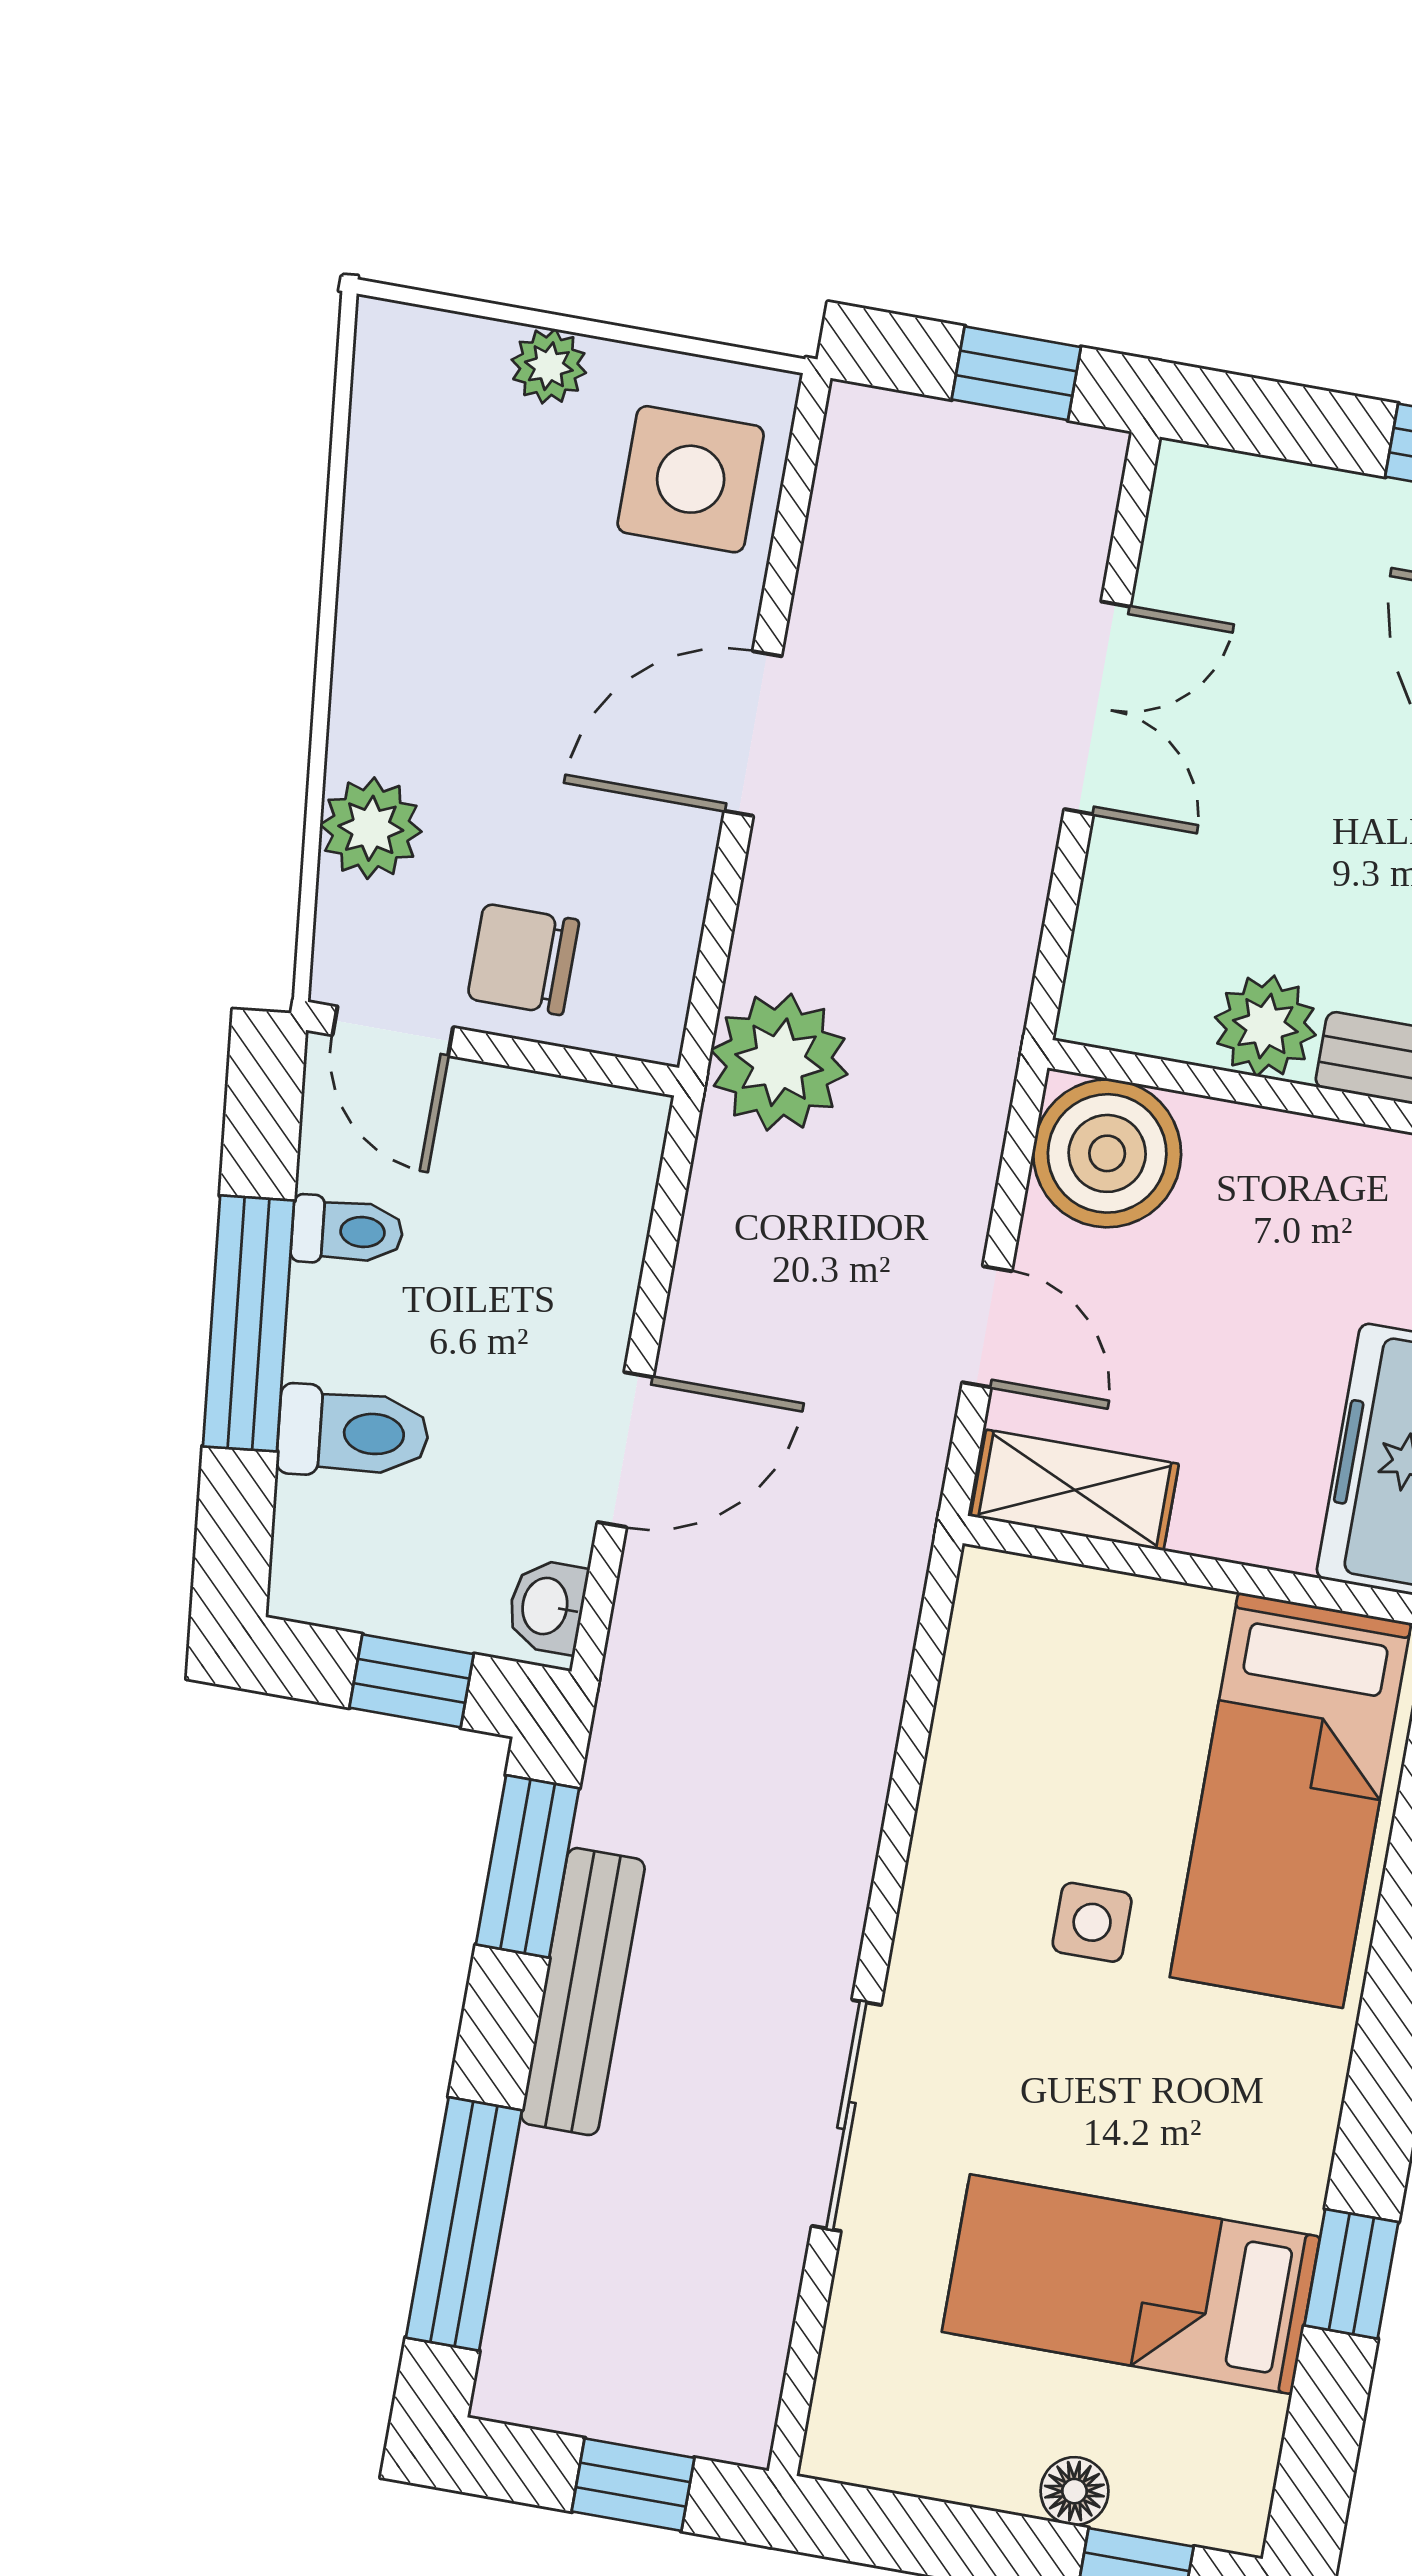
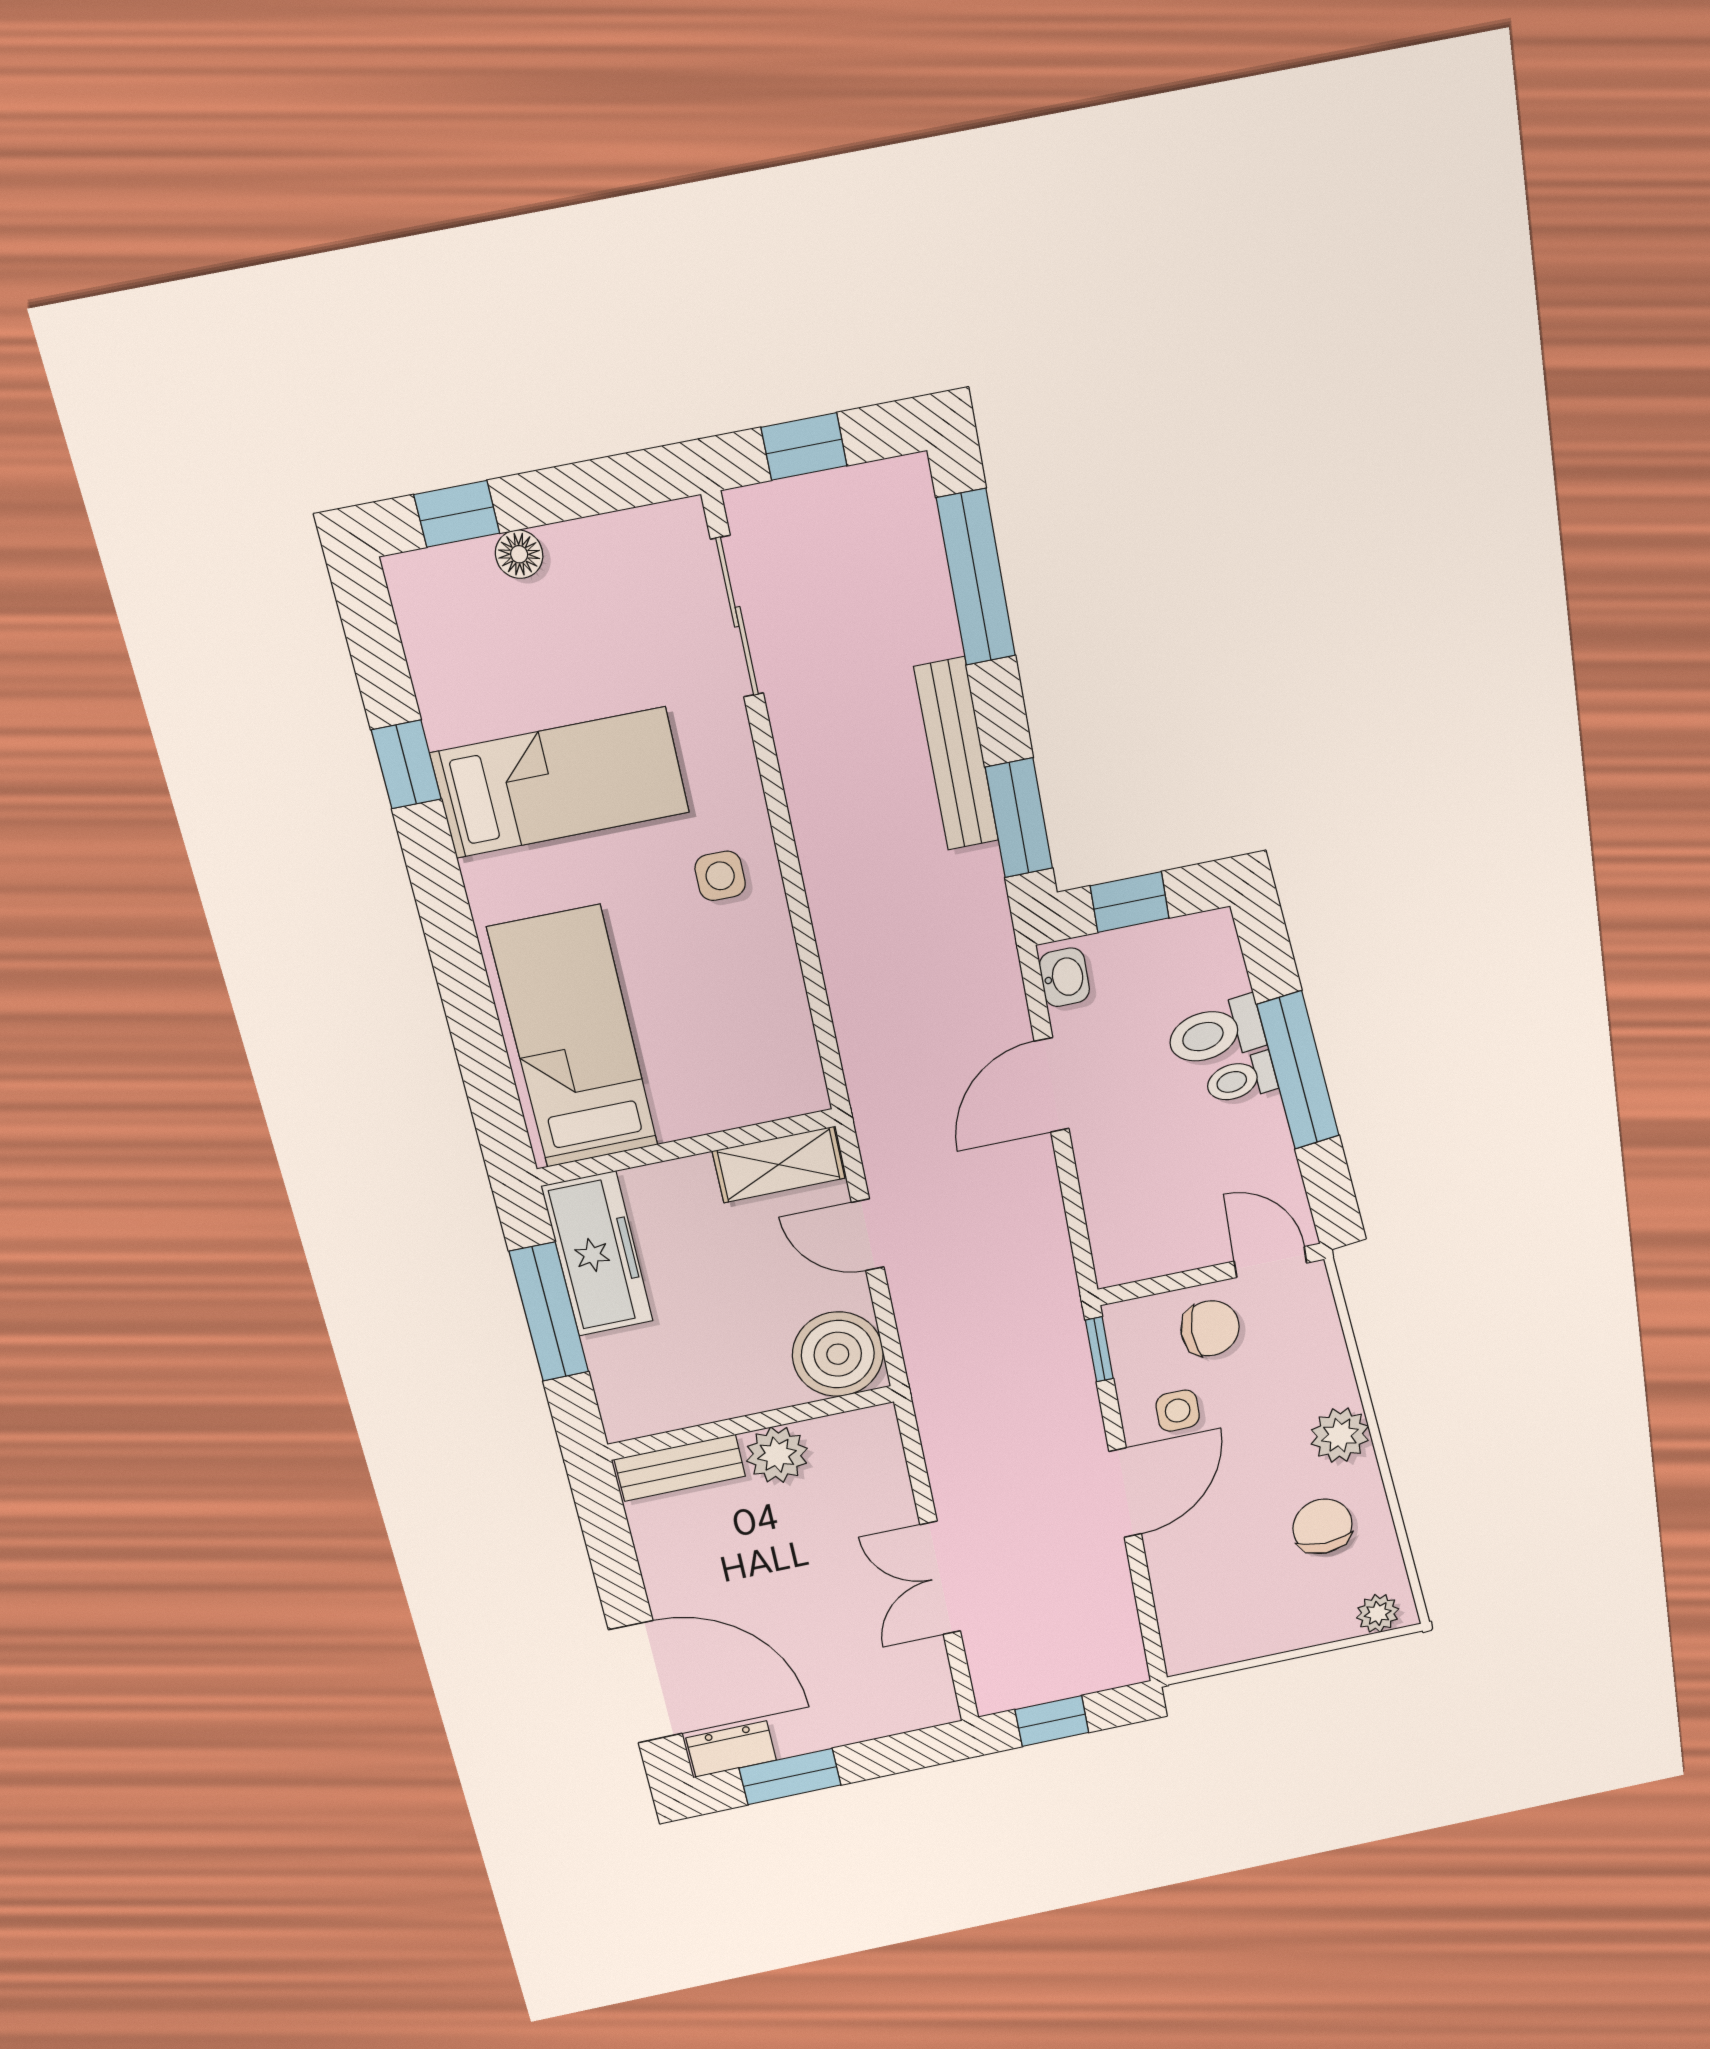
plant: (549, 366) -> (1378, 1613), moved
side table: (691, 479) -> (1178, 1411), moved, width x0.54, depth x0.54
chair: (460, 541) -> (1323, 1526), added
plant: (371, 828) -> (1340, 1435), moved
window: (706, 995) -> (1099, 1349), added
plant: (779, 1062) -> (1044, 1330), removed
toilet: (347, 1231) -> (1241, 1079), moved
side table: (1092, 1922) -> (720, 876), moved
sliding door: (846, 2115) -> (737, 617), moved
bed: (1131, 2284) -> (560, 783), moved

